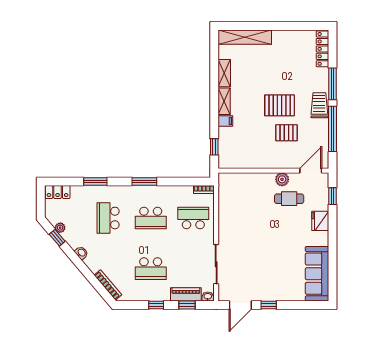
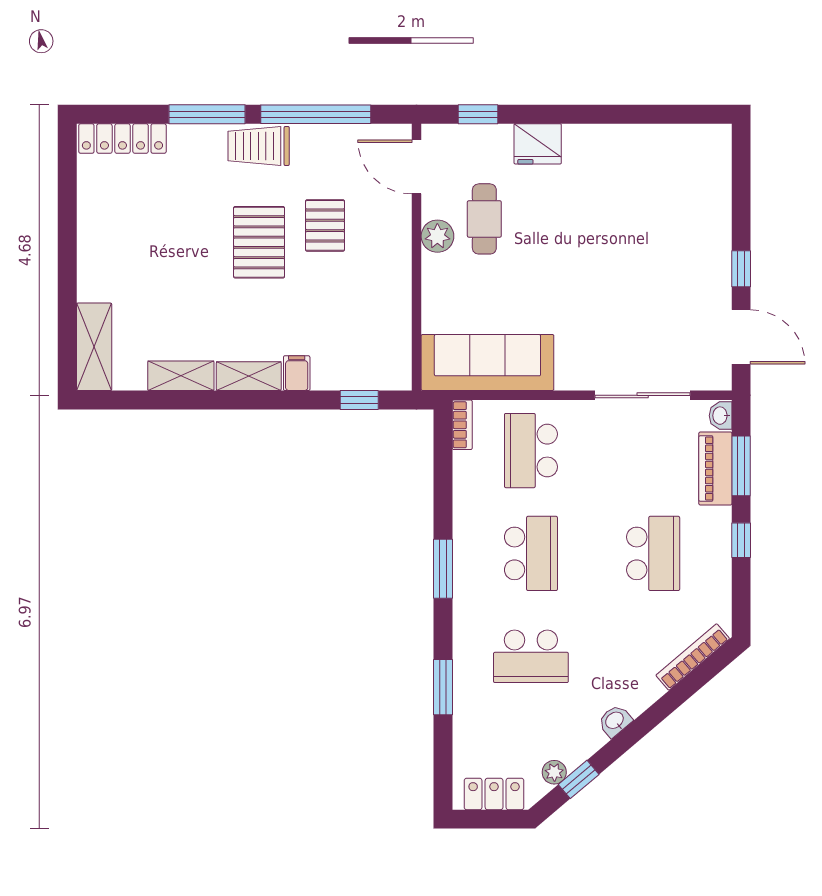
shelving: (245, 37) -> (94, 347), width x0.68
locker: (58, 192) -> (494, 794), moved, turned -90
sofa: (317, 274) -> (487, 362), moved, turned 180
window: (187, 305) -> (741, 466), width x1.50

